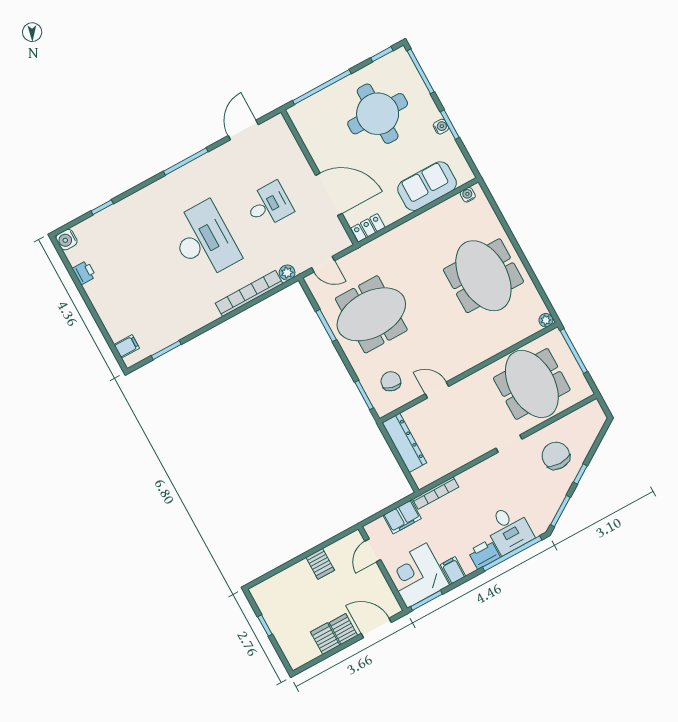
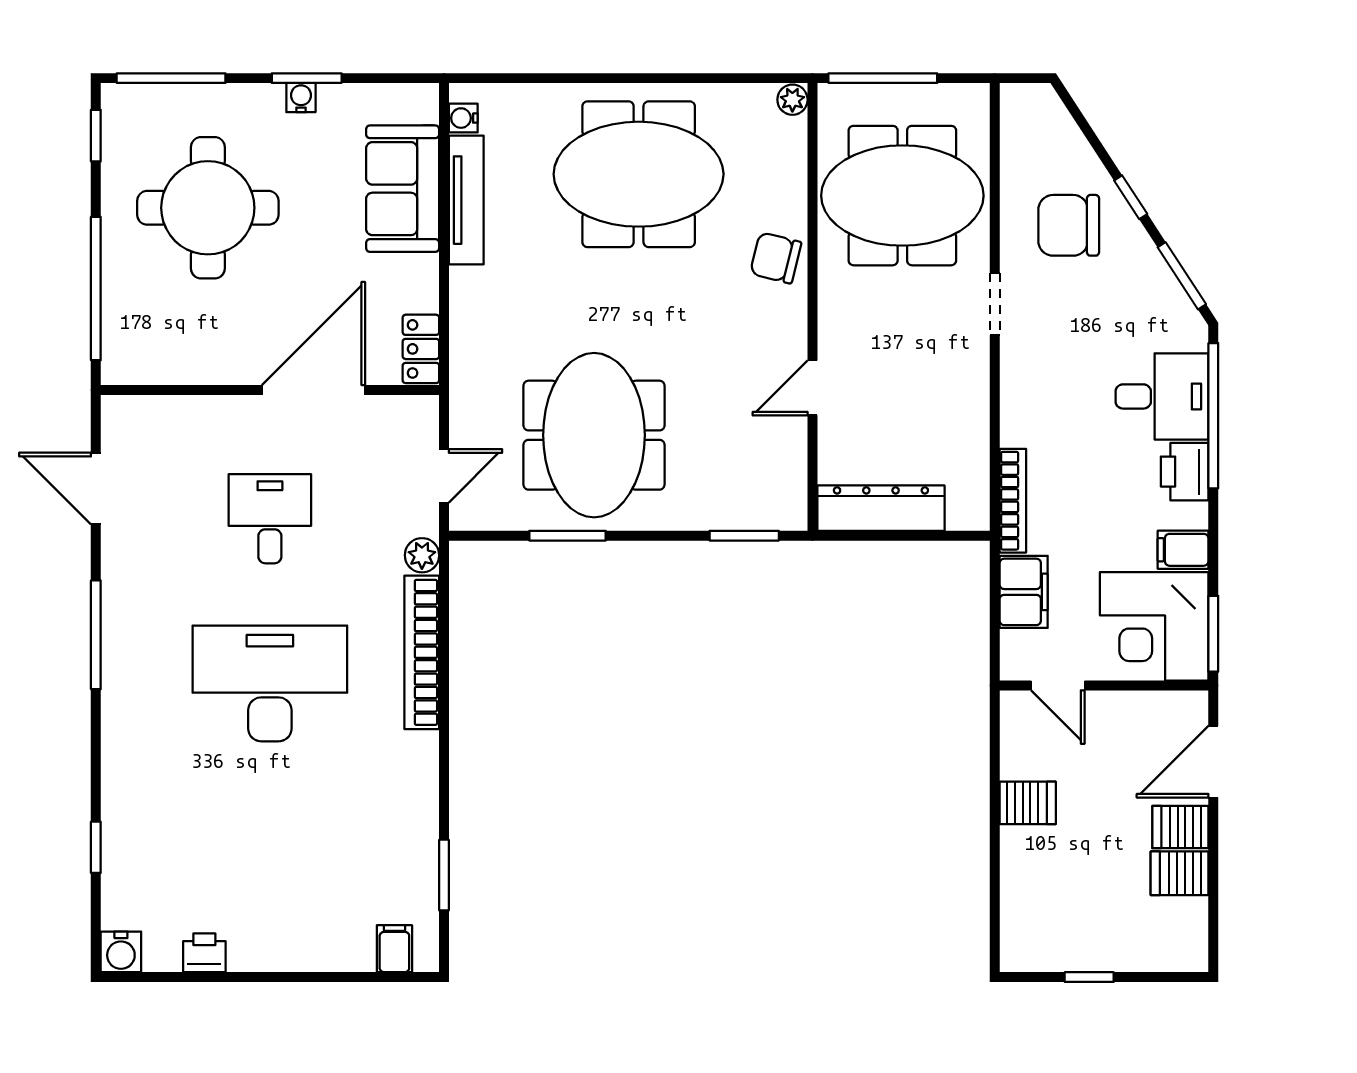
tv unit: (436, 214) -> (466, 200), added
chair: (391, 381) -> (776, 258), moved

